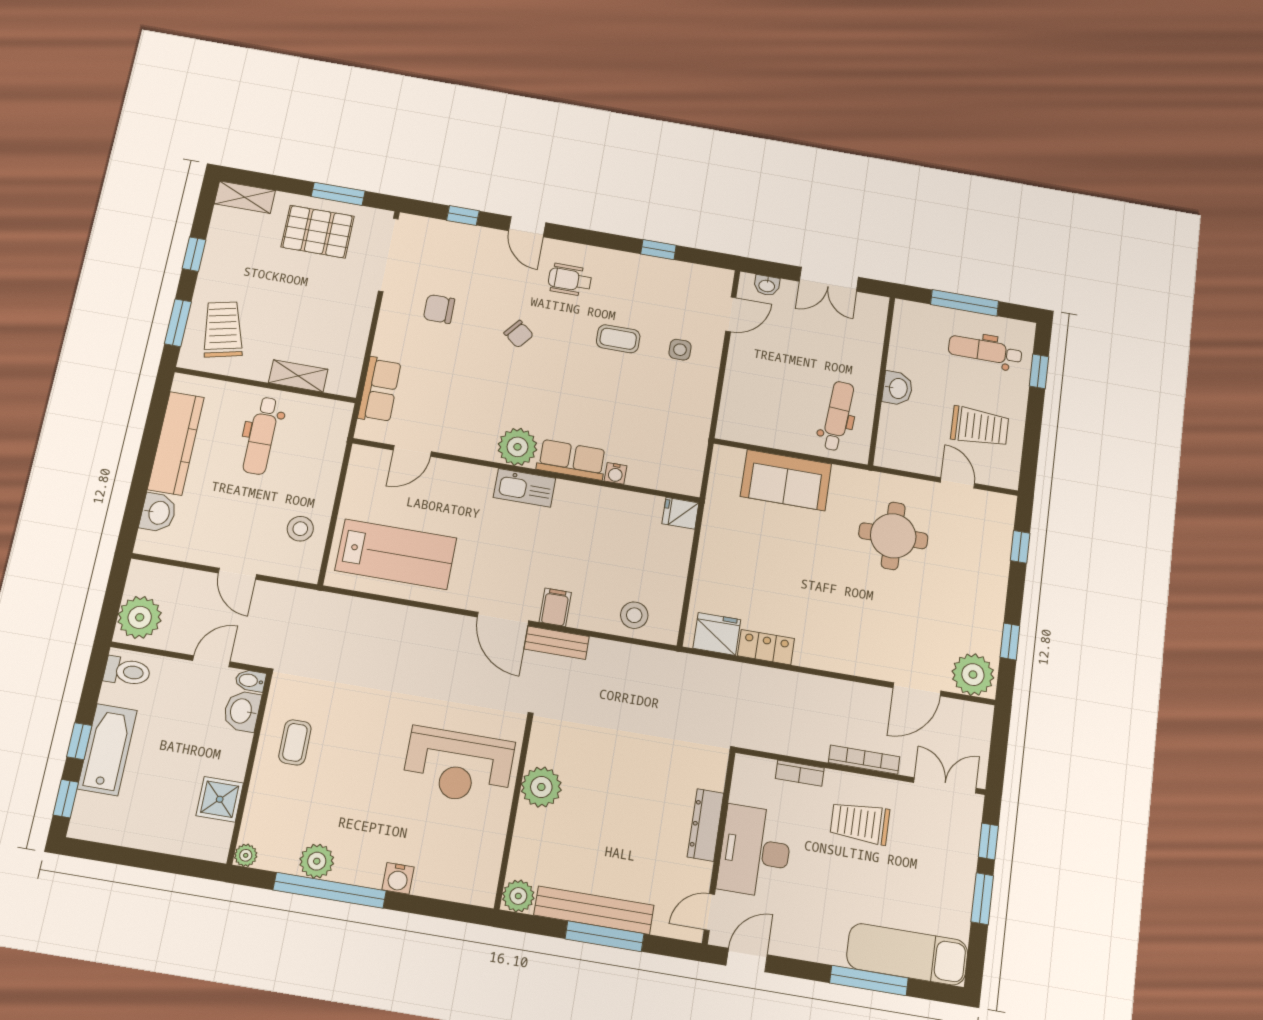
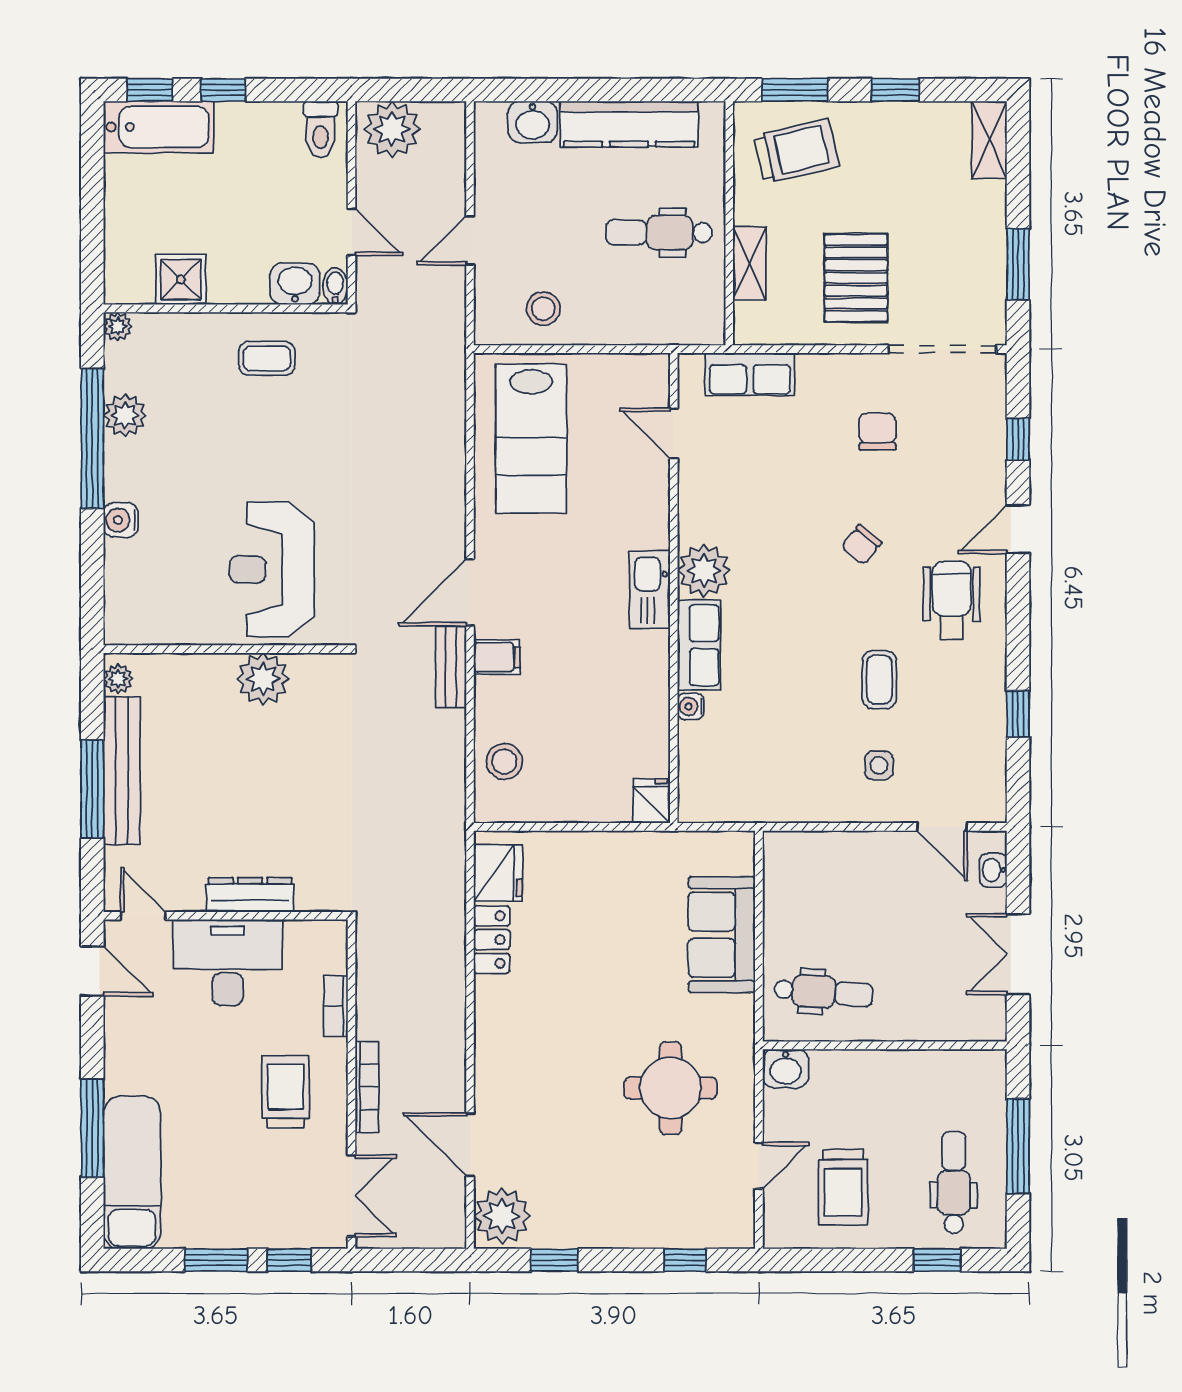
pallet: (318, 232) -> (856, 278), moved
wheelchair: (570, 280) -> (952, 600), width x1.36, depth x1.37
washbasin: (897, 388) -> (786, 1068), moved
bathtub: (107, 750) -> (158, 127), moved
plant: (518, 896) -> (118, 679), width x0.73, depth x0.73

